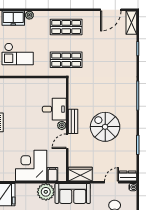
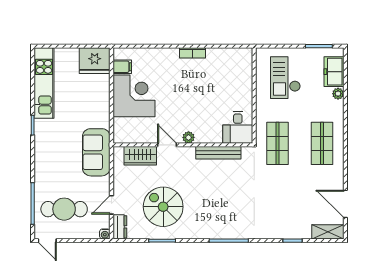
desk: (54, 109) -> (238, 127), moved
bench: (73, 121) -> (218, 153), moved, width x1.36
spiral stairs: (105, 127) -> (163, 207), moved, turned -90
filing cabinet: (53, 174) -> (122, 67), moved
wardrobe: (80, 174) -> (140, 156), moved, turned 90
door: (111, 182) -> (111, 205), swing flipped
plant: (46, 192) -> (98, 116), removed

